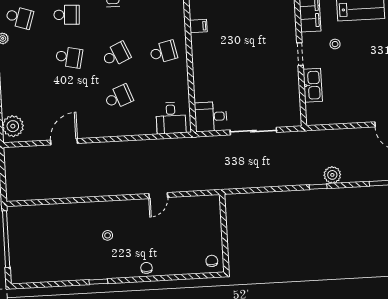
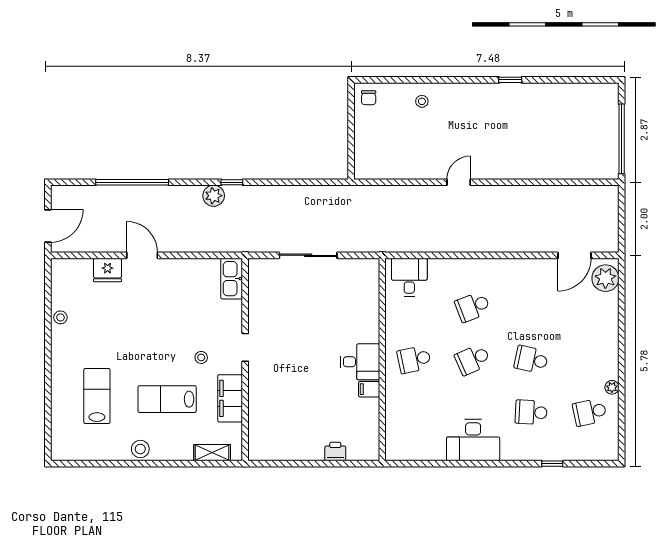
school desk: (19, 17) -> (590, 412), turned -30
kitchen sink: (313, 85) -> (232, 279), moved
desk: (211, 117) -> (360, 362), moved
door: (64, 142) -> (574, 255), moved
door: (158, 196) -> (459, 182), moved
stool: (108, 235) -> (422, 101), moved
chair: (146, 268) -> (450, 94), removed

